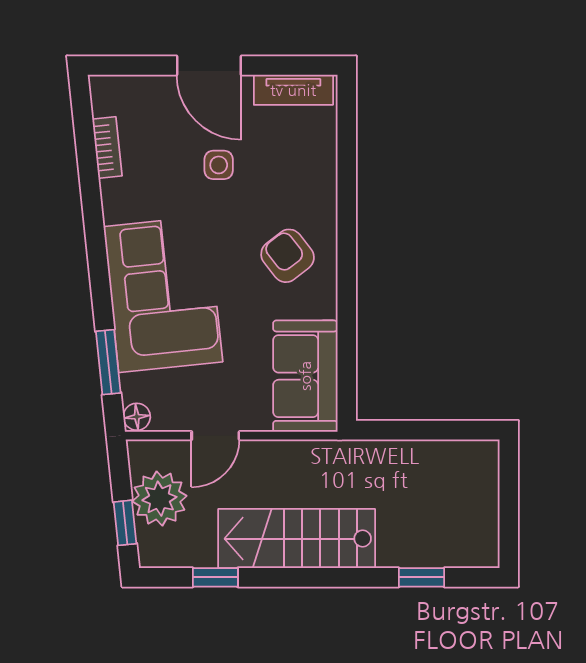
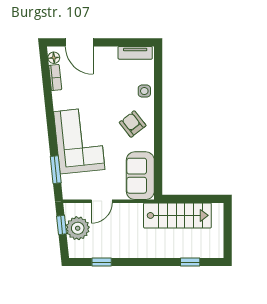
door: (209, 66) -> (79, 42), moved
side table: (219, 165) -> (144, 91), moved
floor lamp: (137, 417) -> (54, 58), moved
window: (125, 523) -> (61, 225), moved
stairs: (297, 539) -> (177, 215), moved, turned 180

